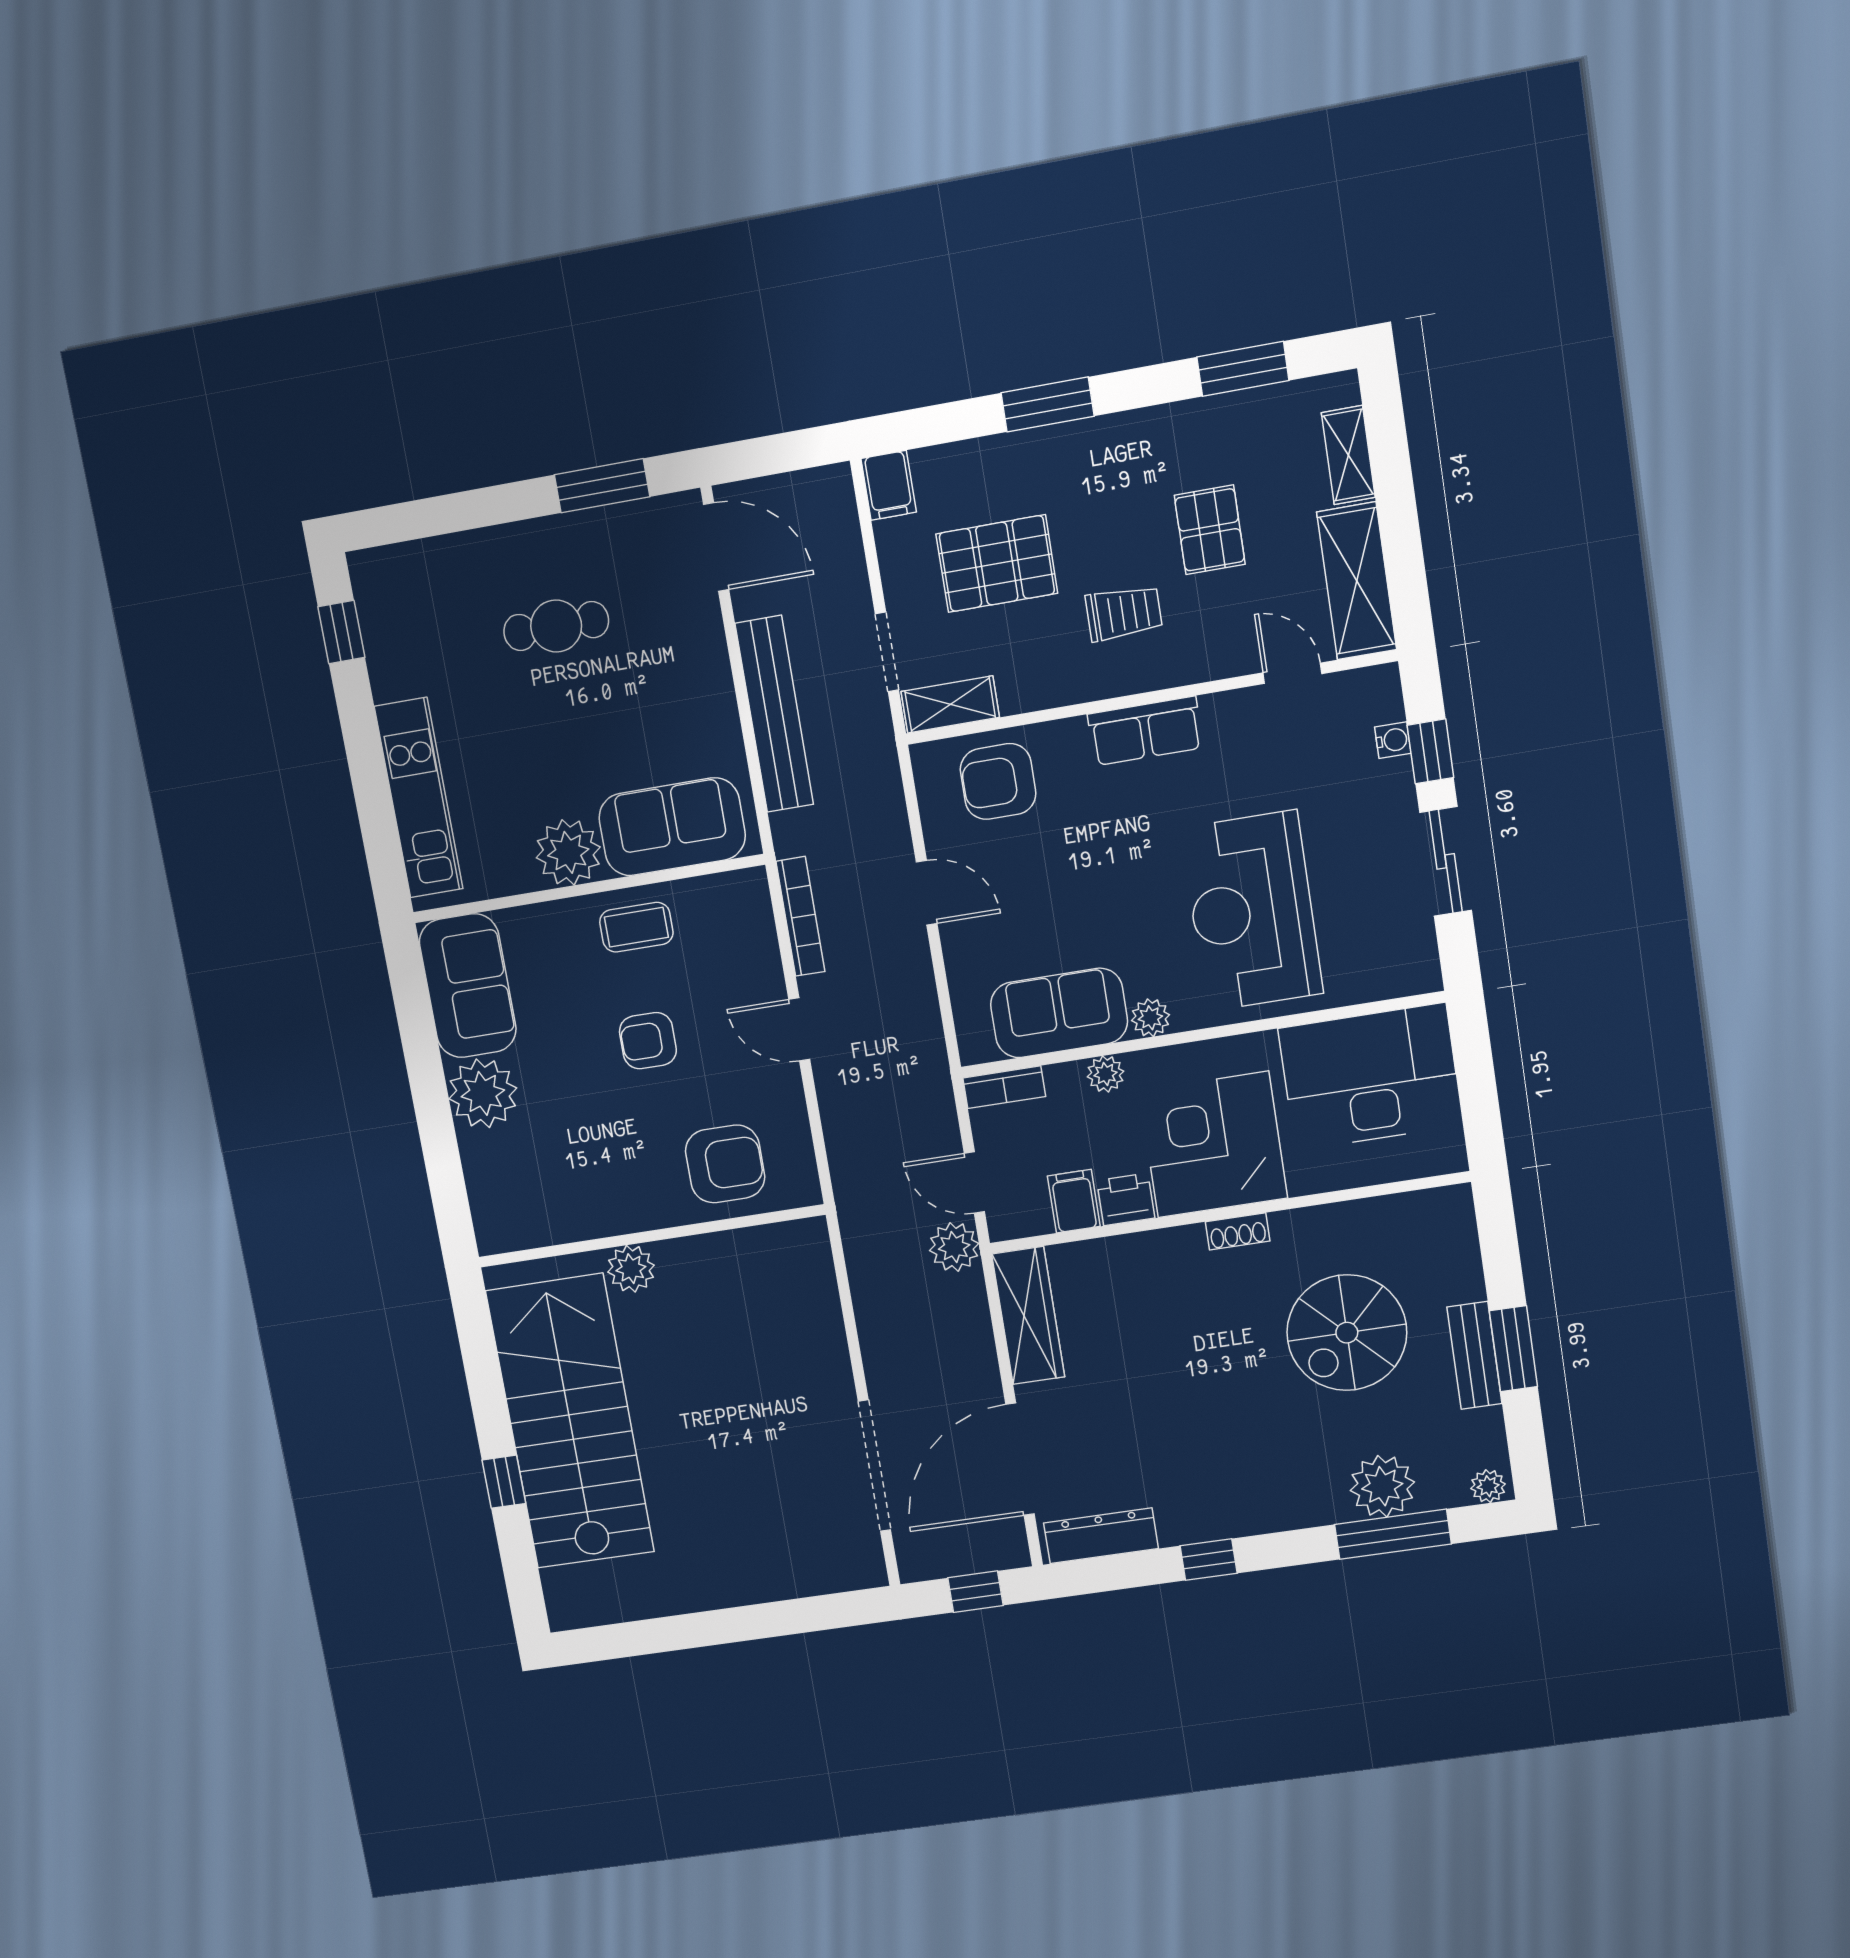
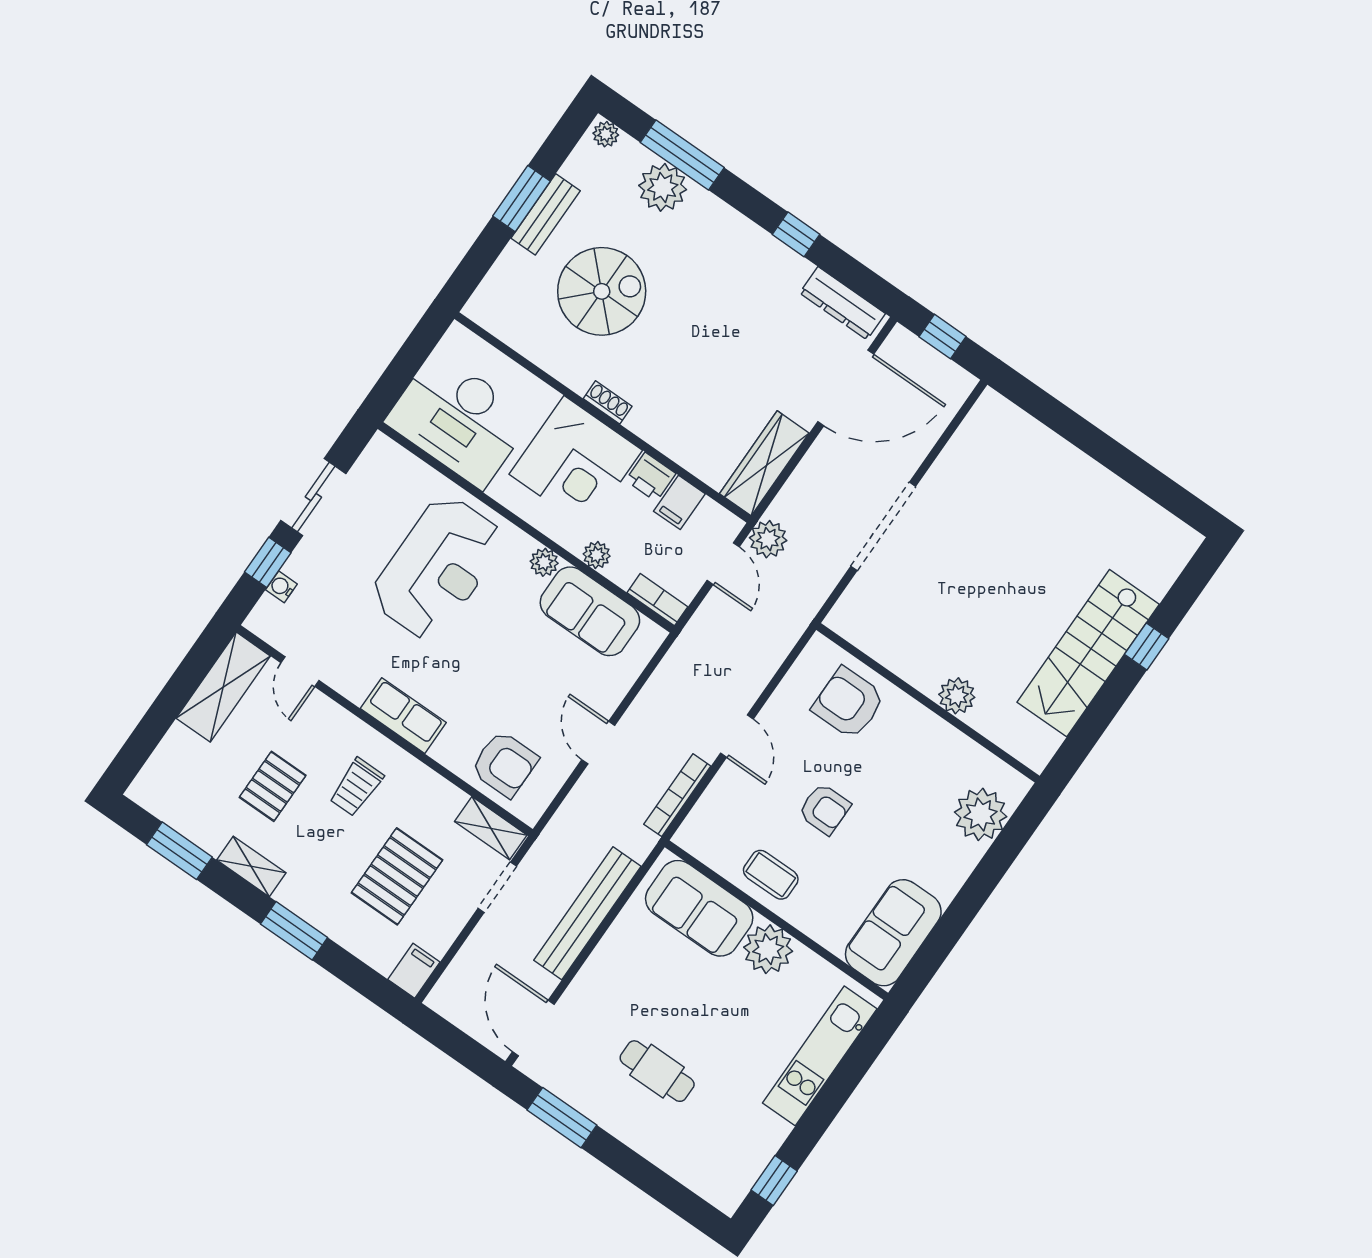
shelving: (1348, 455) -> (251, 866), moved, turned 90
pallet: (997, 564) -> (397, 876), turned 90
trolley: (1124, 613) -> (356, 787), turned -90
plant: (483, 1093) -> (981, 814), moved
stairs: (570, 1422) -> (1088, 653), width x0.73, depth x0.66
doorway: (874, 1466) -> (883, 526), moved

